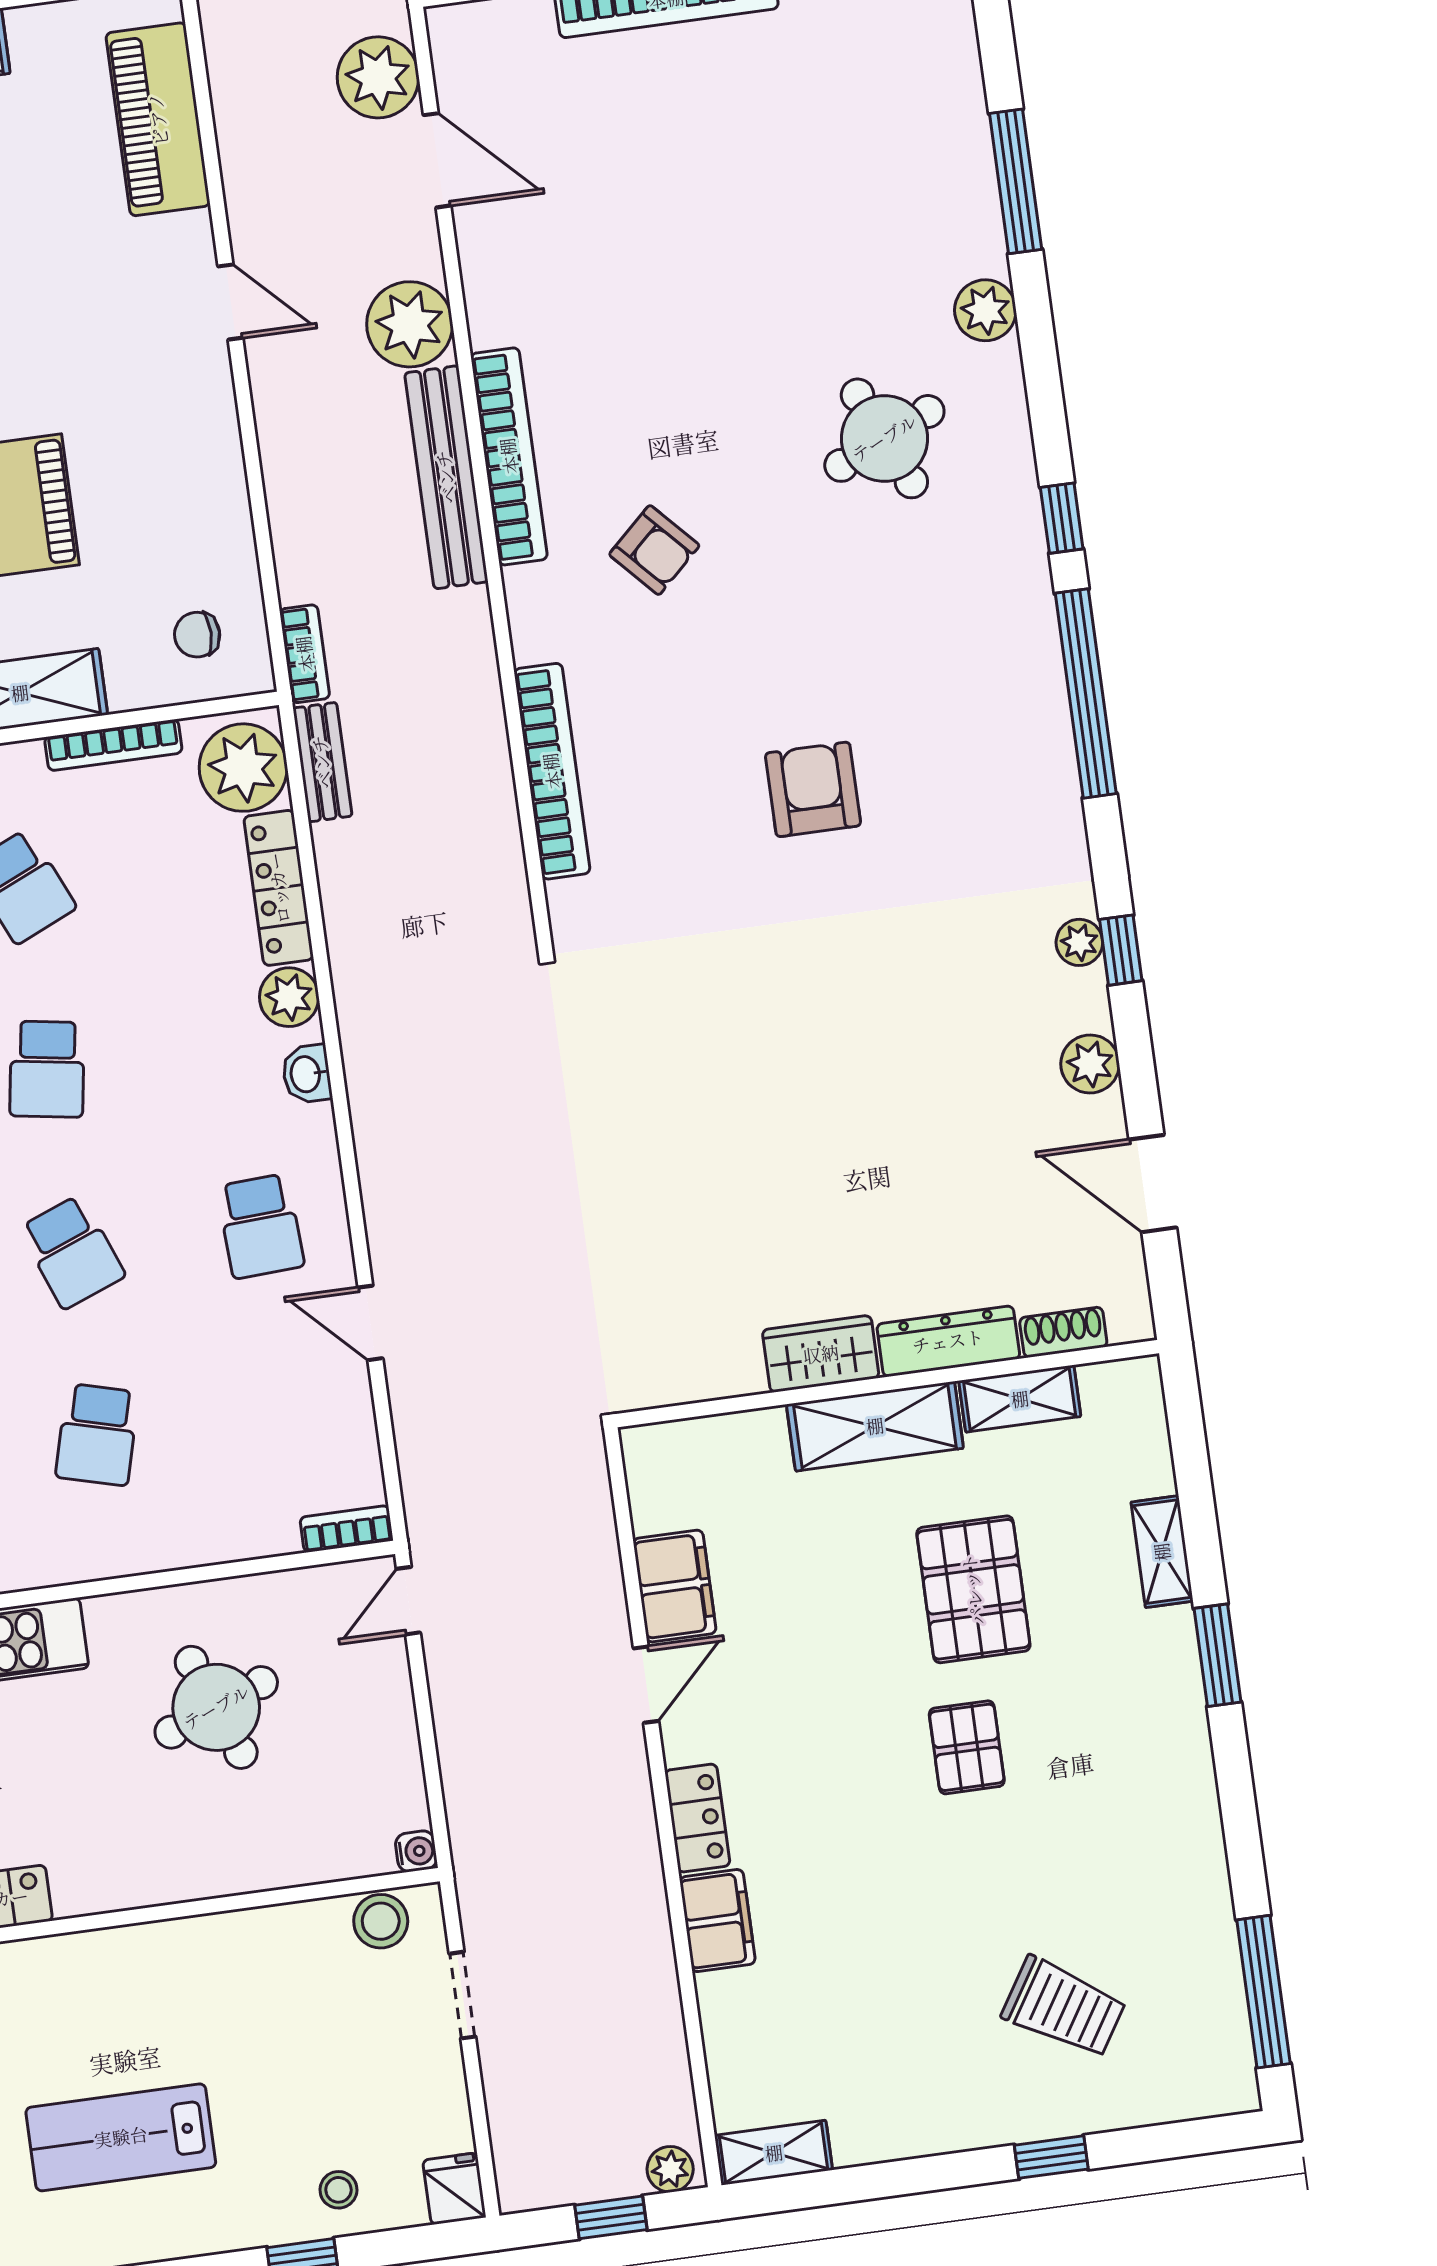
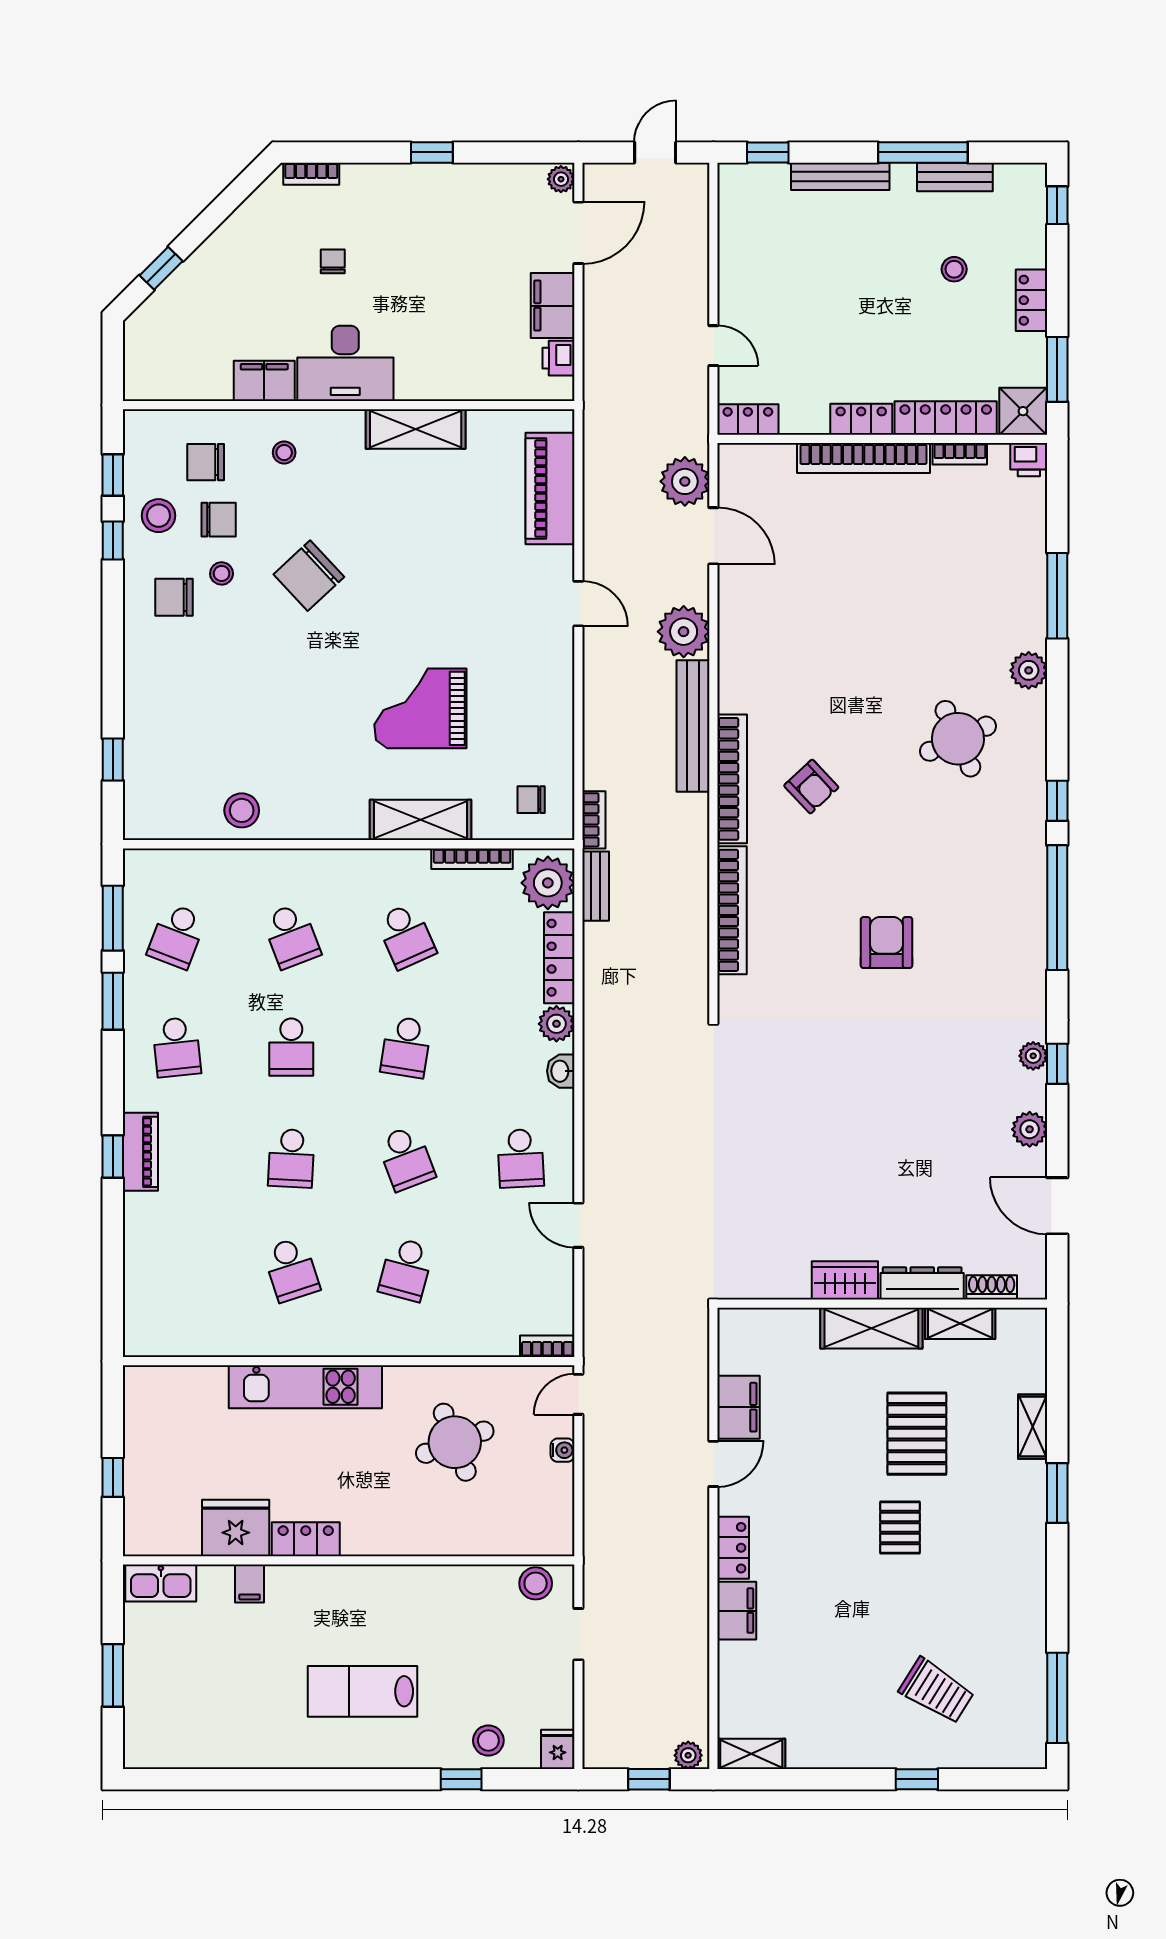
bookcase: (509, 456) -> (732, 779), moved
water cooler: (416, 1851) -> (562, 1450), moved
stool: (338, 2190) -> (488, 1740), width x1.37, depth x1.37

